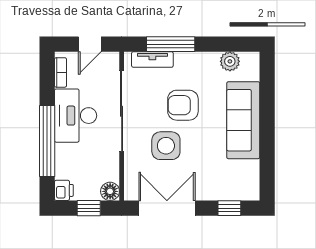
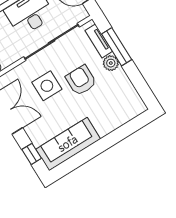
plant: (230, 61) -> (111, 63), moved
sofa: (243, 120) -> (68, 144), moved

